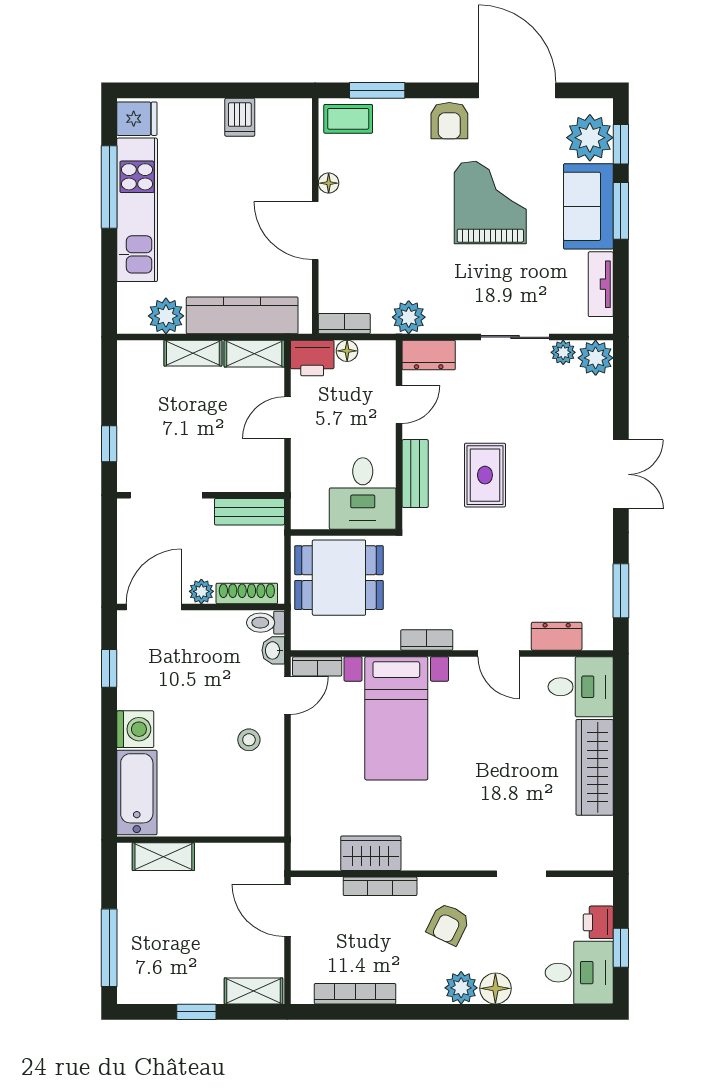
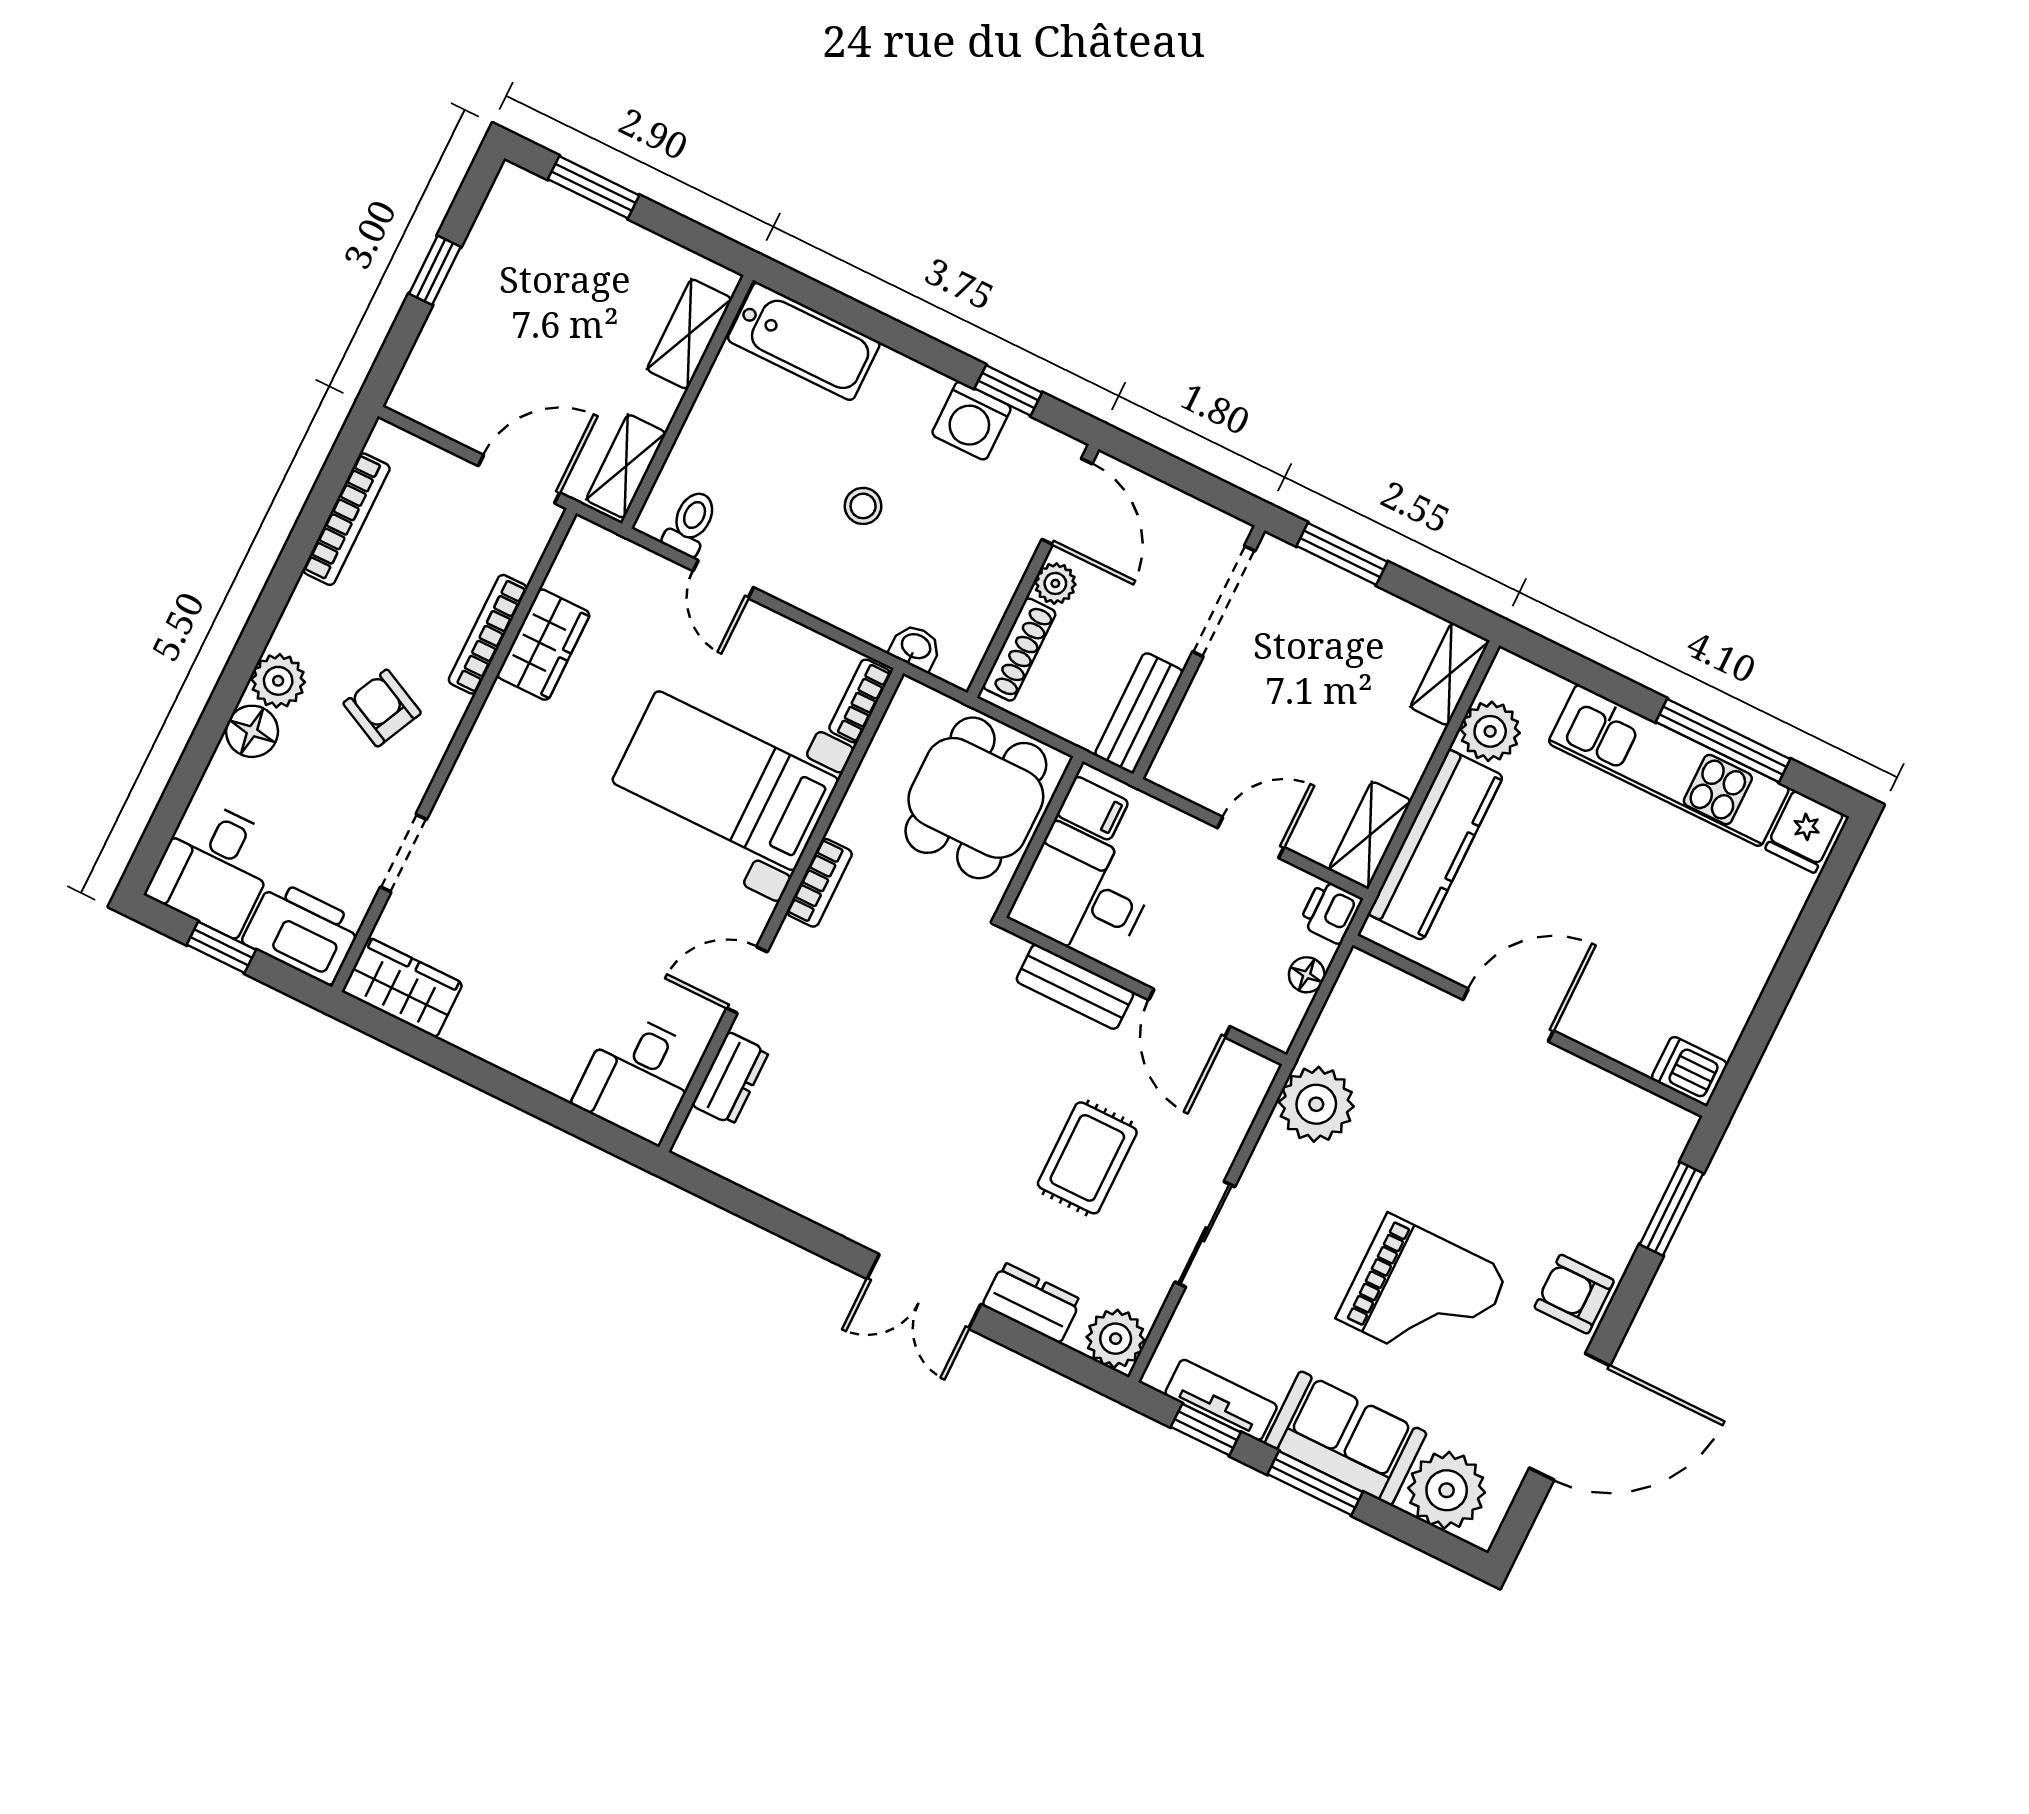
dishwasher: (240, 117) -> (1690, 1071), moved
coffee table: (348, 119) -> (1650, 1145), removed
window: (621, 144) -> (1206, 1430), moved
floor lamp: (329, 183) -> (1569, 1069), removed
plant: (409, 317) -> (1316, 1104), width x1.36, depth x1.36
bookcase: (344, 324) -> (1349, 990), removed
plant: (563, 352) -> (1147, 1295), removed
shelving: (193, 353) -> (1450, 674), moved
dresser: (429, 355) -> (1032, 1303), moved, turned 90
printer: (312, 358) -> (1331, 912), width x0.73, depth x0.81
door: (399, 404) -> (1189, 1013), width x1.38
door: (287, 418) -> (1251, 838), hinge flipped
window: (109, 444) -> (1342, 554), width x1.50
rug: (485, 475) -> (1087, 1158), moved, turned 90
filing cabinet: (313, 511) -> (1093, 808), added
window: (621, 591) -> (751, 1207), removed
toilet: (265, 623) -> (691, 523), moved
door: (287, 695) -> (723, 579), moved
washing machine: (135, 729) -> (971, 421), moved
stool: (249, 740) -> (863, 506), moved
wardrobe: (595, 767) -> (402, 988), moved, width x0.67
printer: (598, 922) -> (302, 932), width x1.87, depth x1.48
window: (109, 948) -> (594, 187), width x0.69
shelving: (253, 991) -> (626, 466), moved

